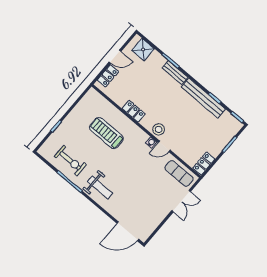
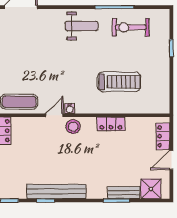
bench: (175, 73) -> (124, 193), moved
weight bench: (100, 187) -> (82, 26), turned 180

